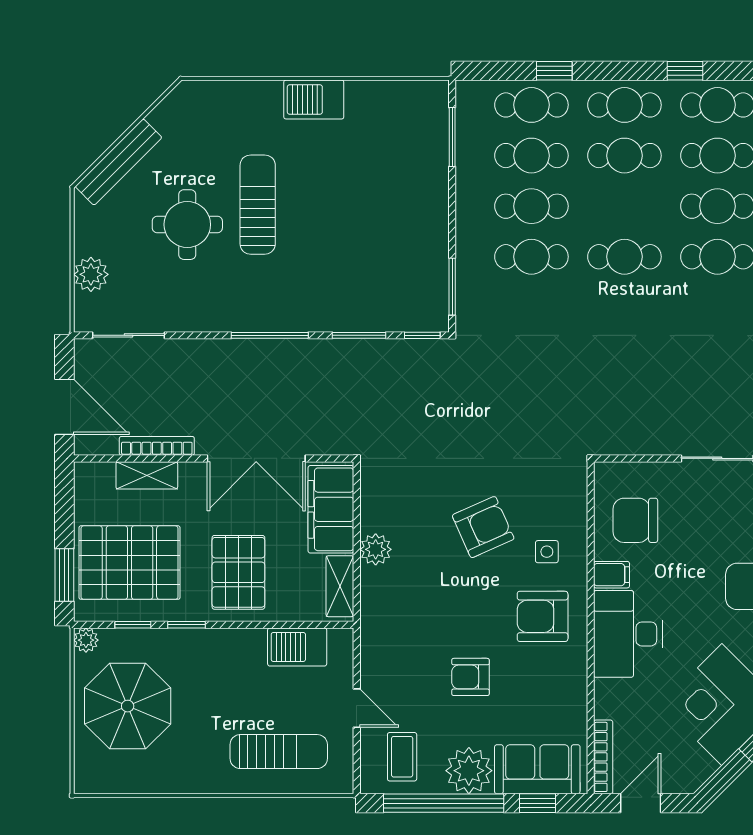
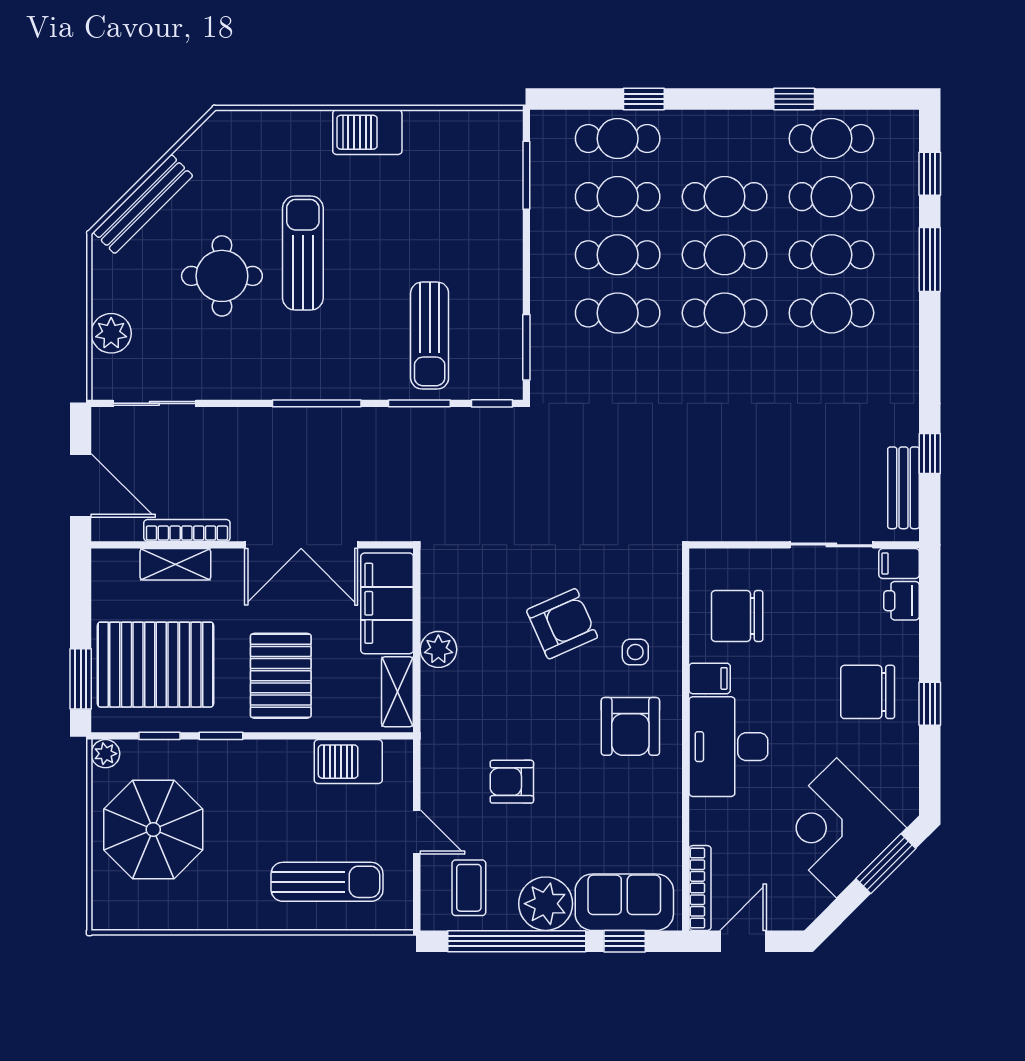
cafe table: (624, 105) -> (725, 255), moved
sun lounger: (368, 276) -> (430, 336), added
armchair: (543, 616) -> (630, 726), turned -90
armchair: (470, 677) -> (512, 782), moved

